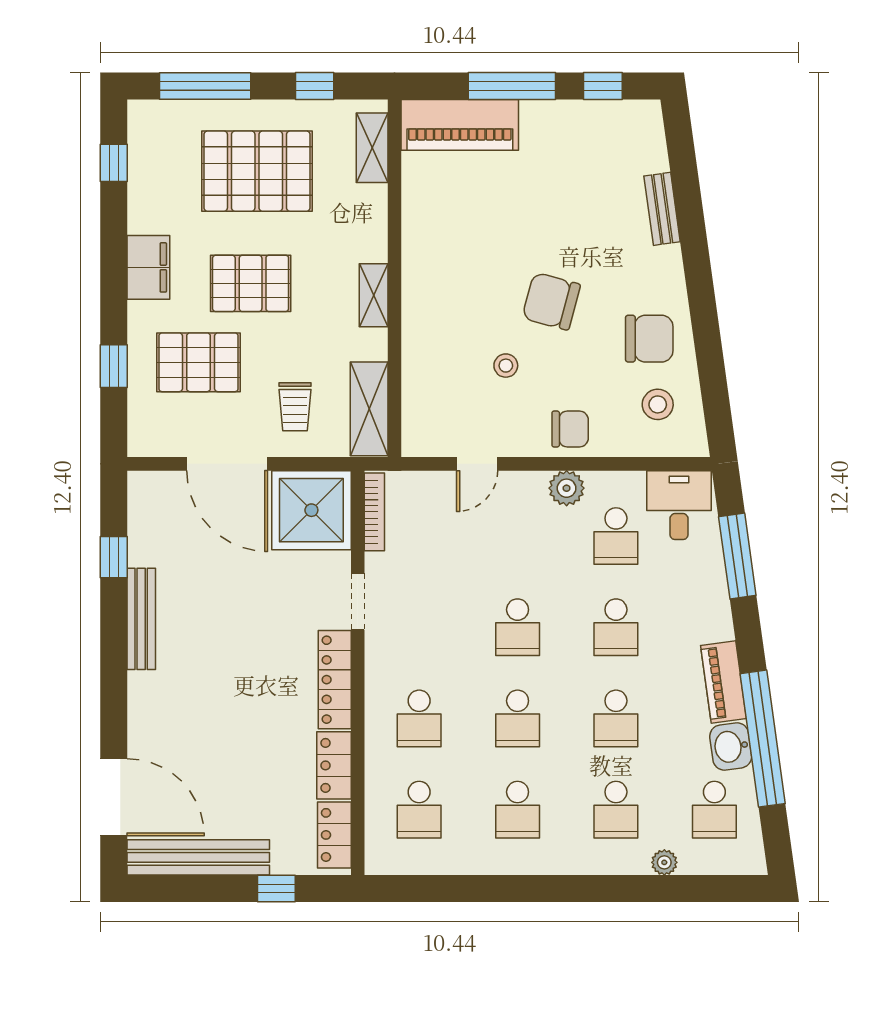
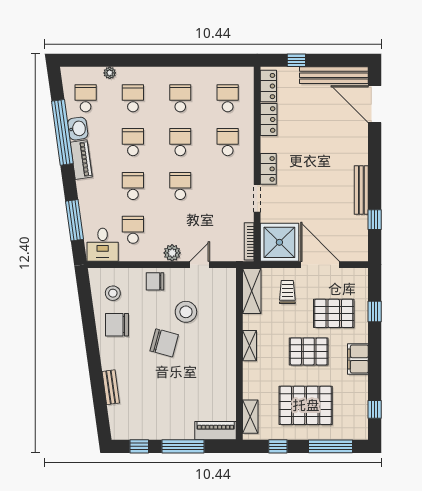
piano: (460, 125) -> (216, 431), width x0.73, depth x0.75
stool: (506, 366) -> (186, 312), width x1.89, depth x1.89
plant: (567, 488) -> (172, 253), moved
locker: (335, 680) -> (268, 169), width x0.66

